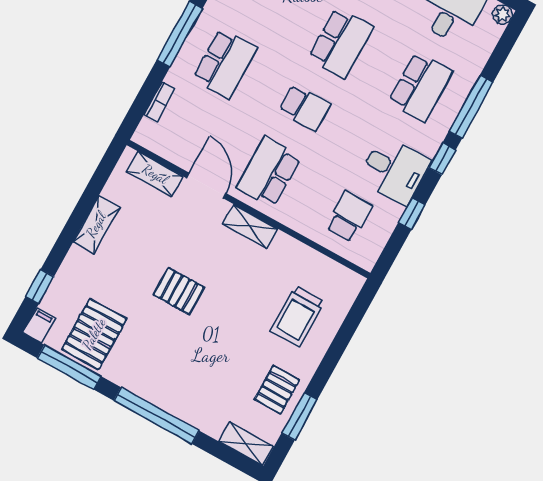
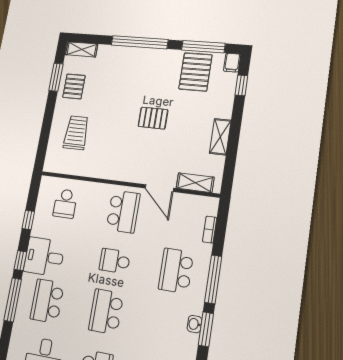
desk: (394, 170) -> (44, 257), moved
shelving: (250, 226) -> (123, 174), removed

